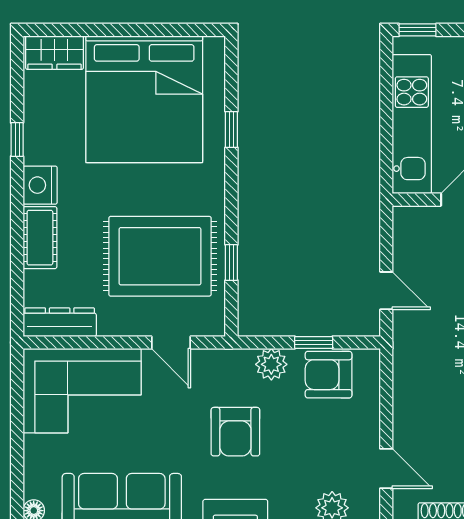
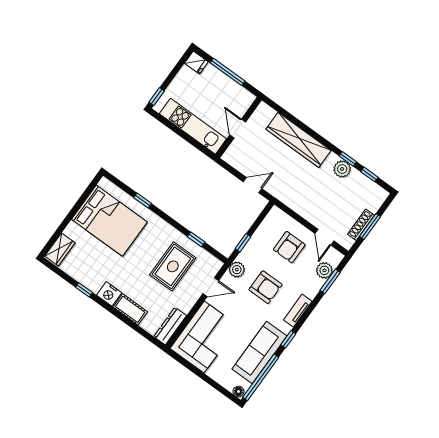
bed: (144, 99) -> (109, 221), width x0.73
rug: (160, 256) -> (173, 266), width x0.73, depth x0.69
window: (314, 343) -> (243, 243), moved
plant: (271, 364) -> (237, 270), moved
armchair: (329, 375) -> (289, 247), moved
door: (386, 468) -> (324, 237), swing flipped

